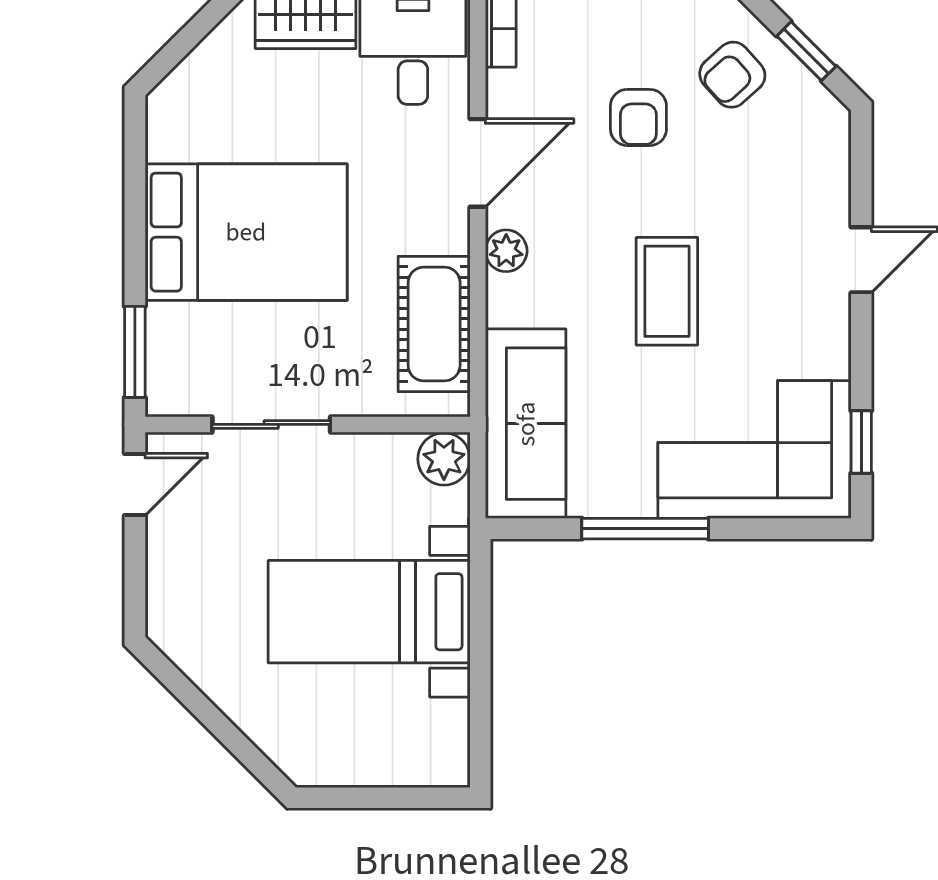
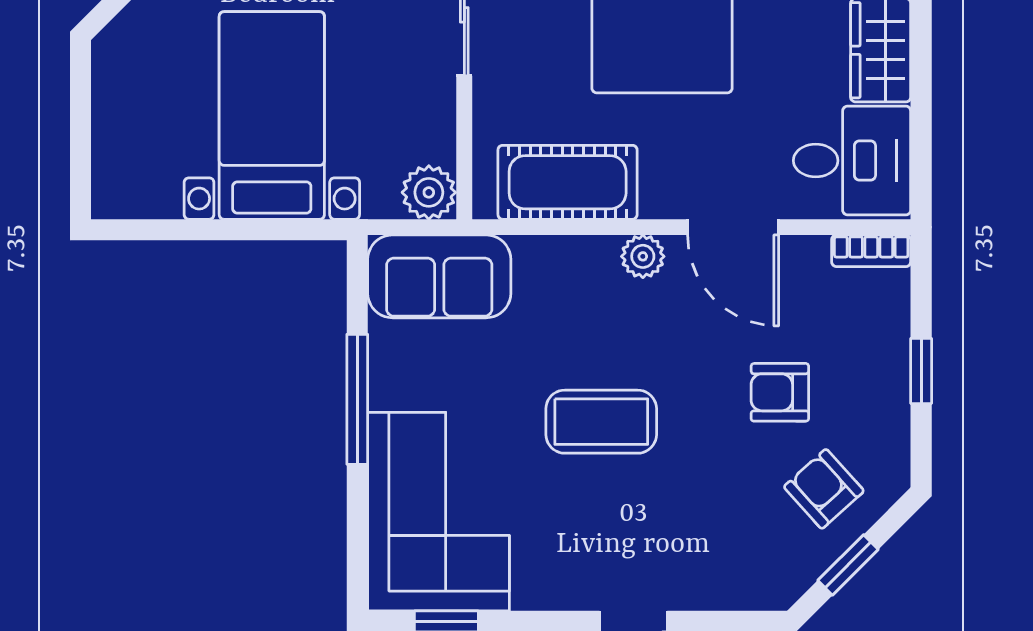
sofa: (526, 424) -> (439, 276), width x0.73

